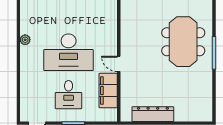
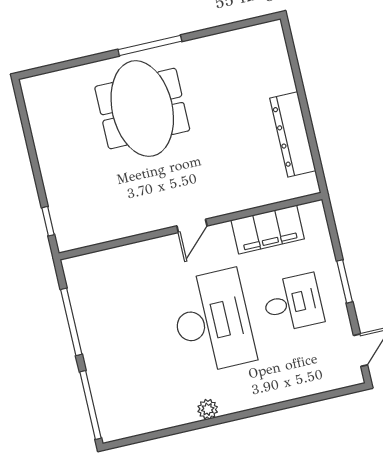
meeting table: (183, 42) -> (142, 109), turned 90
door: (119, 64) -> (192, 226), moved

